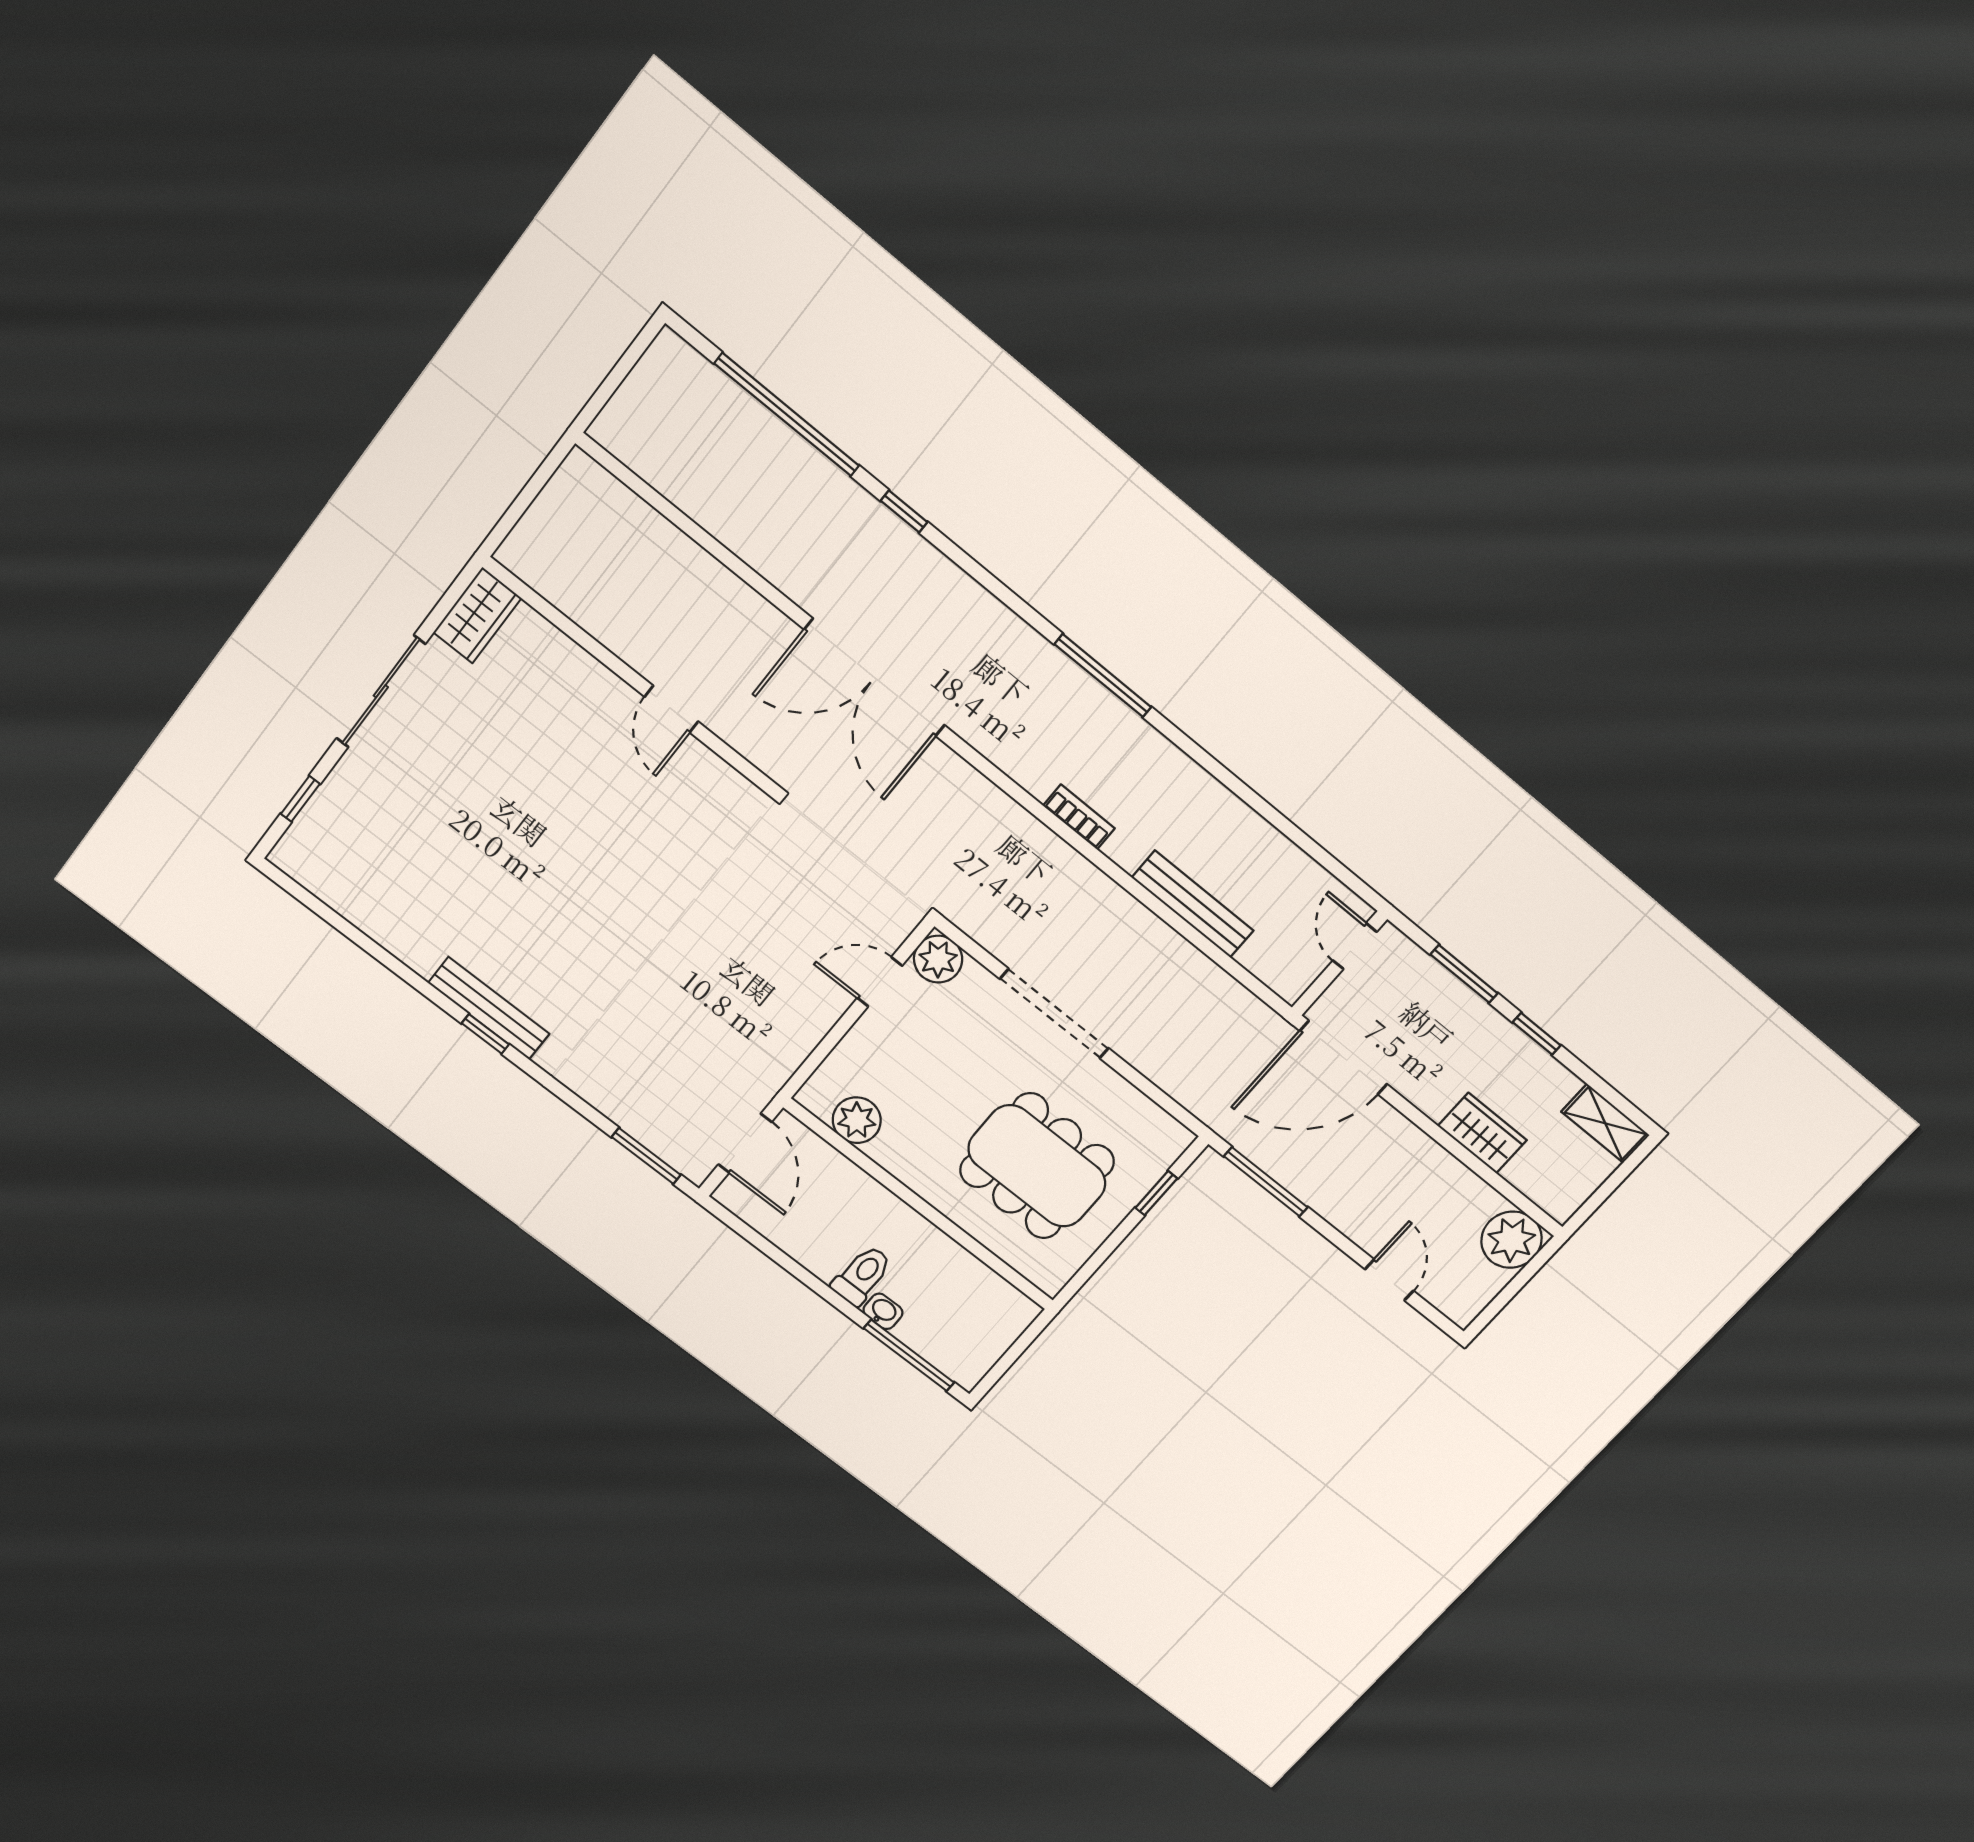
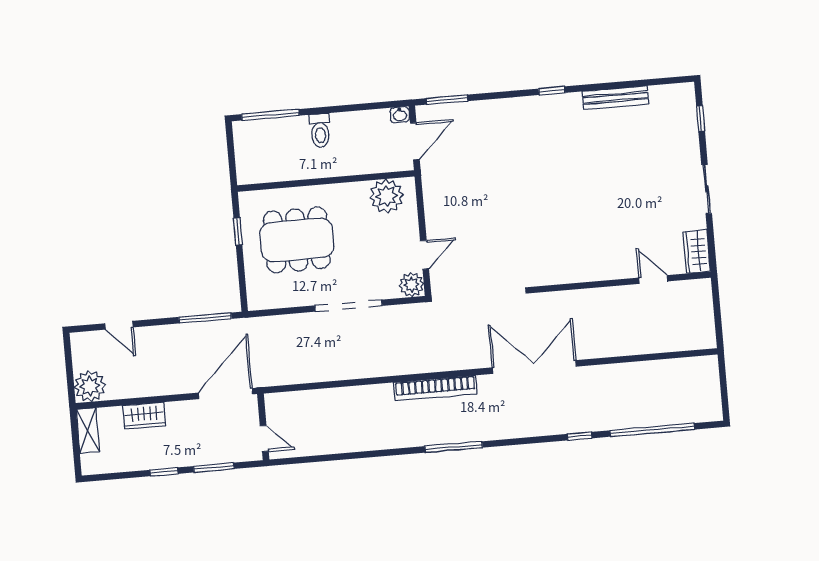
sliding door: (381, 691) -> (707, 189), width x0.73
door: (671, 709) -> (653, 280), moved
bookcase: (1079, 817) -> (435, 388), width x2.31, depth x1.31
bench: (1193, 904) -> (339, 396), removed
bench: (489, 1008) -> (615, 98), moved
plant: (857, 1120) -> (387, 196), width x1.36, depth x1.36
shelving: (1605, 1123) -> (88, 431), moved, turned 90
door: (745, 1143) -> (415, 141), swing flipped
window: (1156, 1193) -> (238, 231), moved
washbasin: (883, 1311) -> (400, 115), moved

